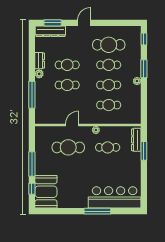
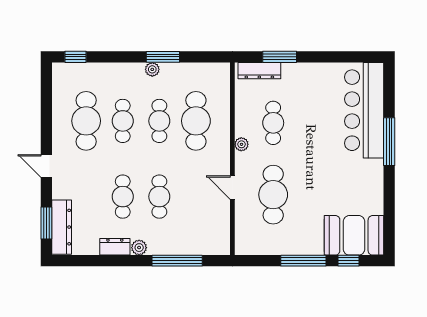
window: (144, 69) -> (163, 57), moved
cafe table: (109, 105) -> (196, 121), width x1.37, depth x1.35

